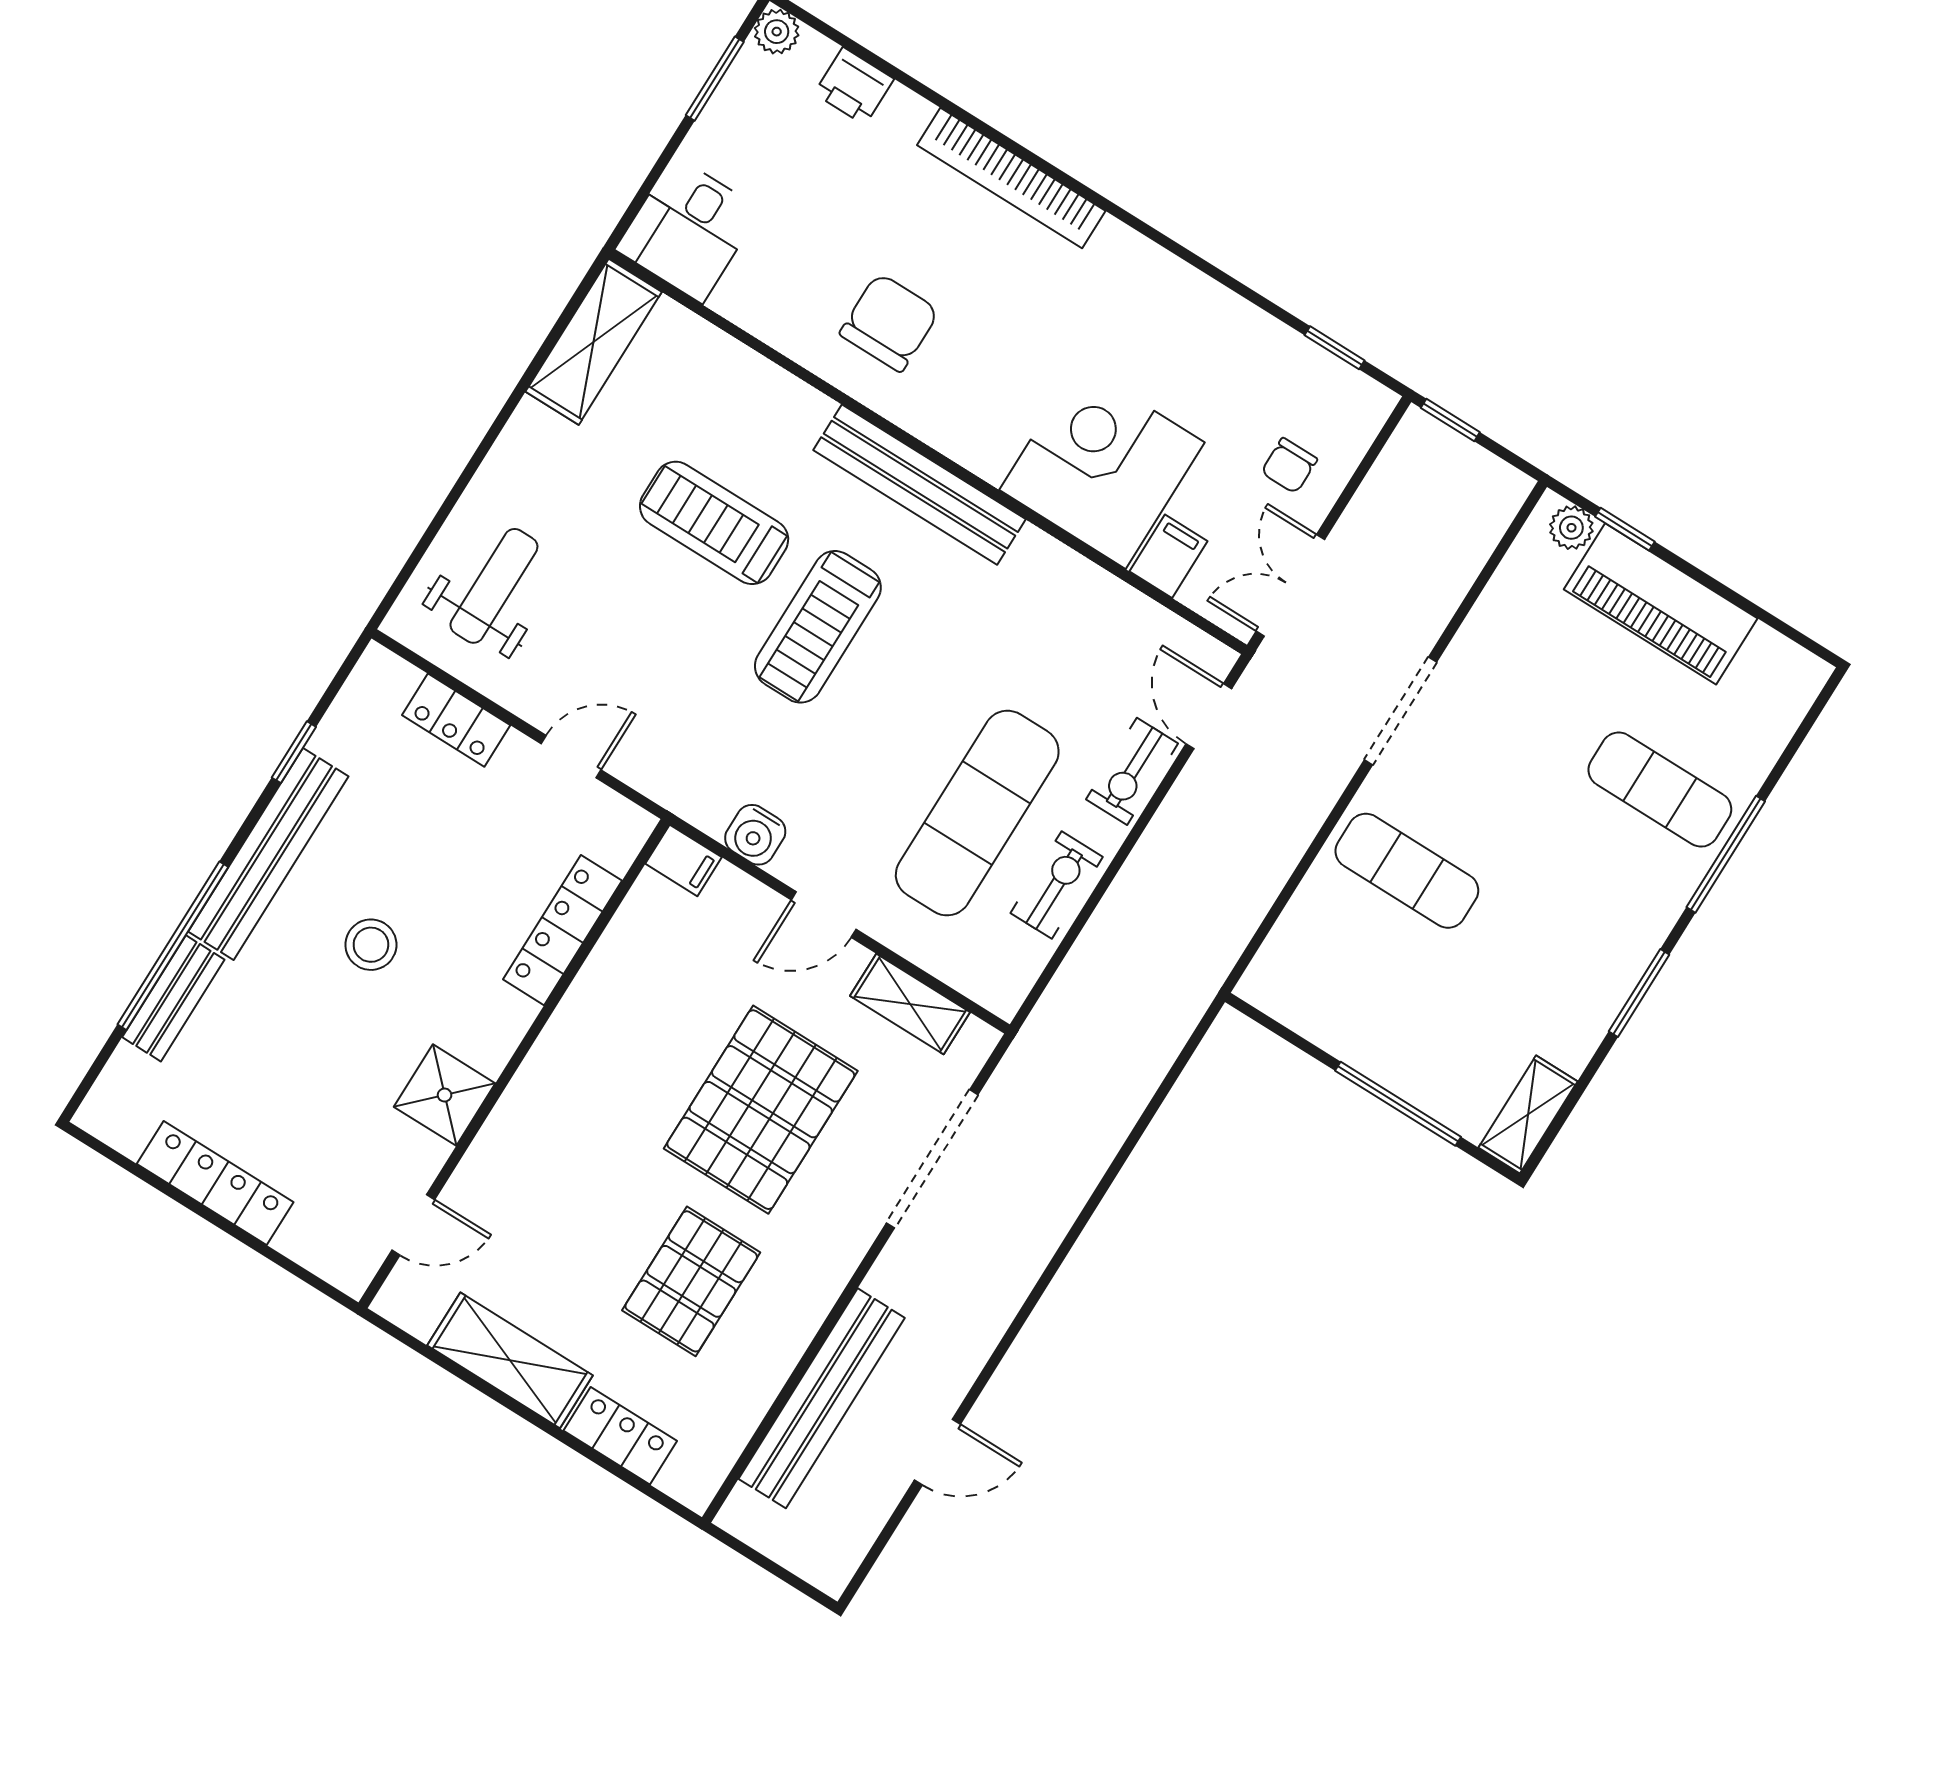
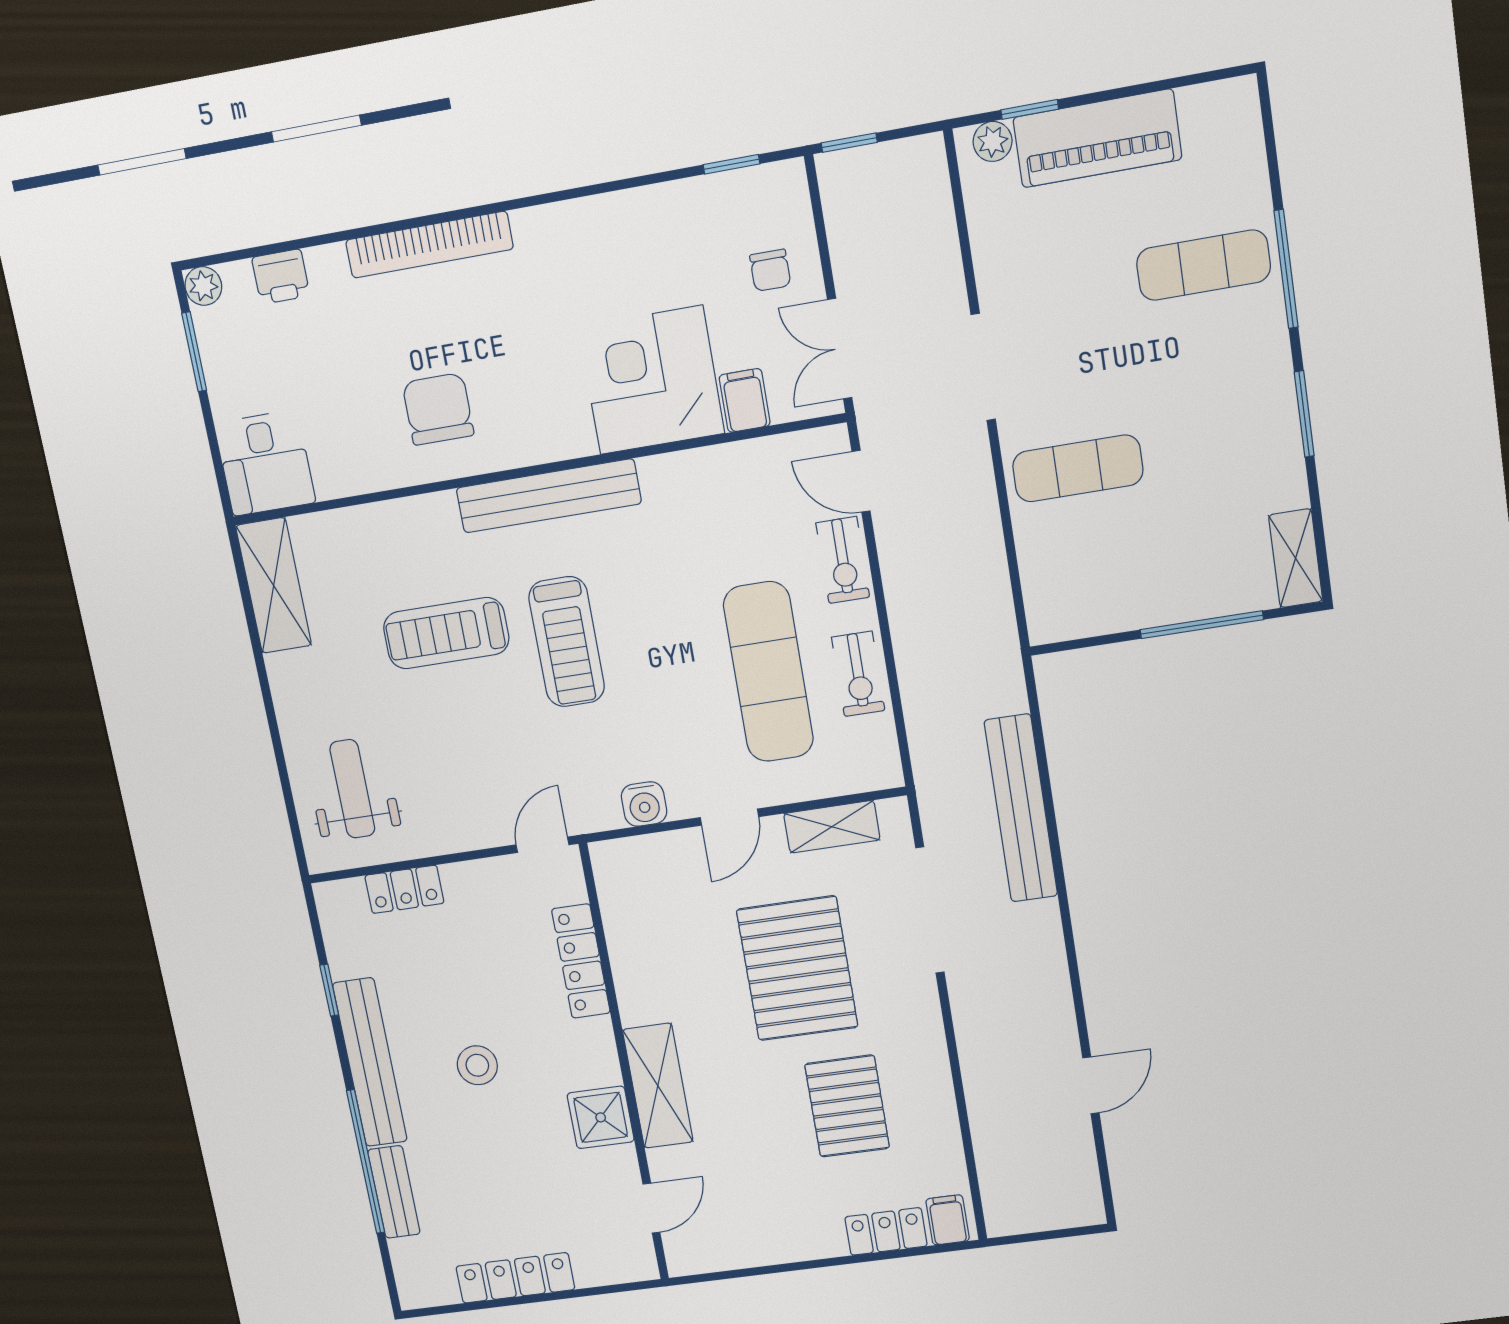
door: (571, 757) -> (542, 845), moved
filing cabinet: (684, 860) -> (948, 1220), moved, turned -90
exercise bike: (1057, 885) -> (858, 674), turned 180
shelving: (510, 1360) -> (658, 1086), moved, turned 90
bench: (822, 1398) -> (1021, 808), moved

